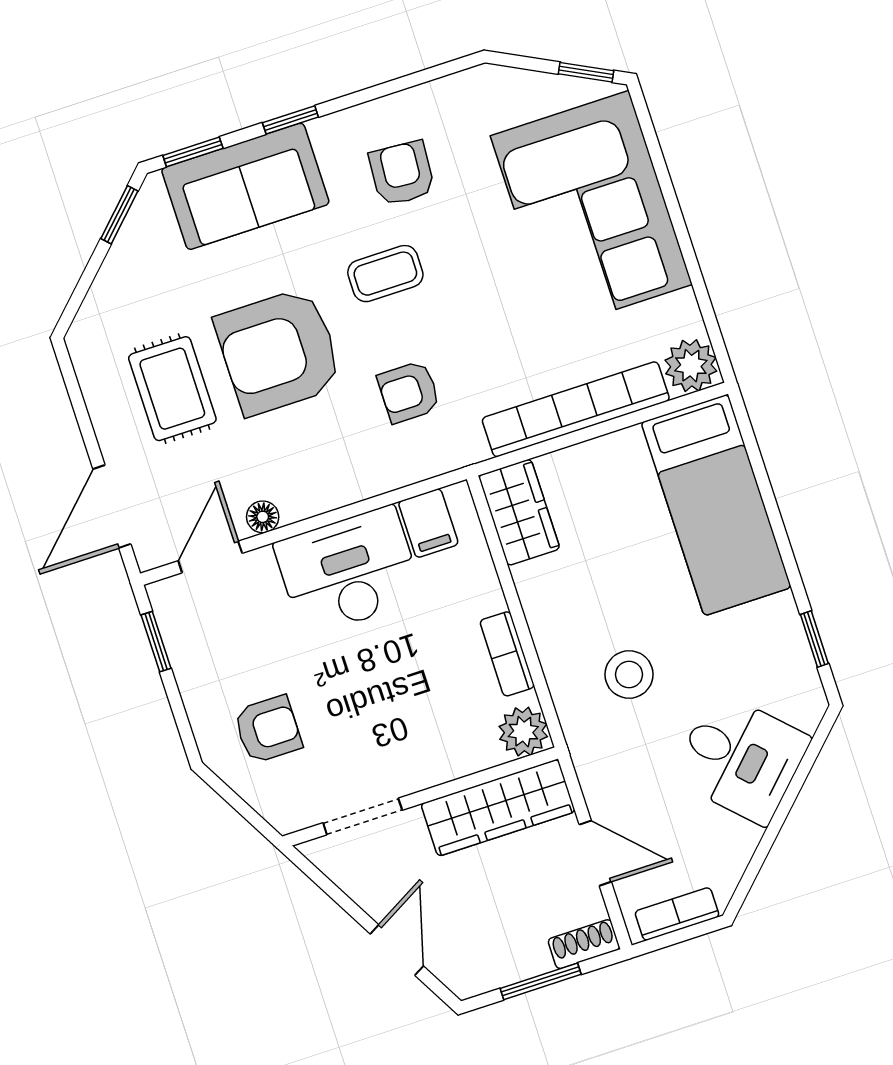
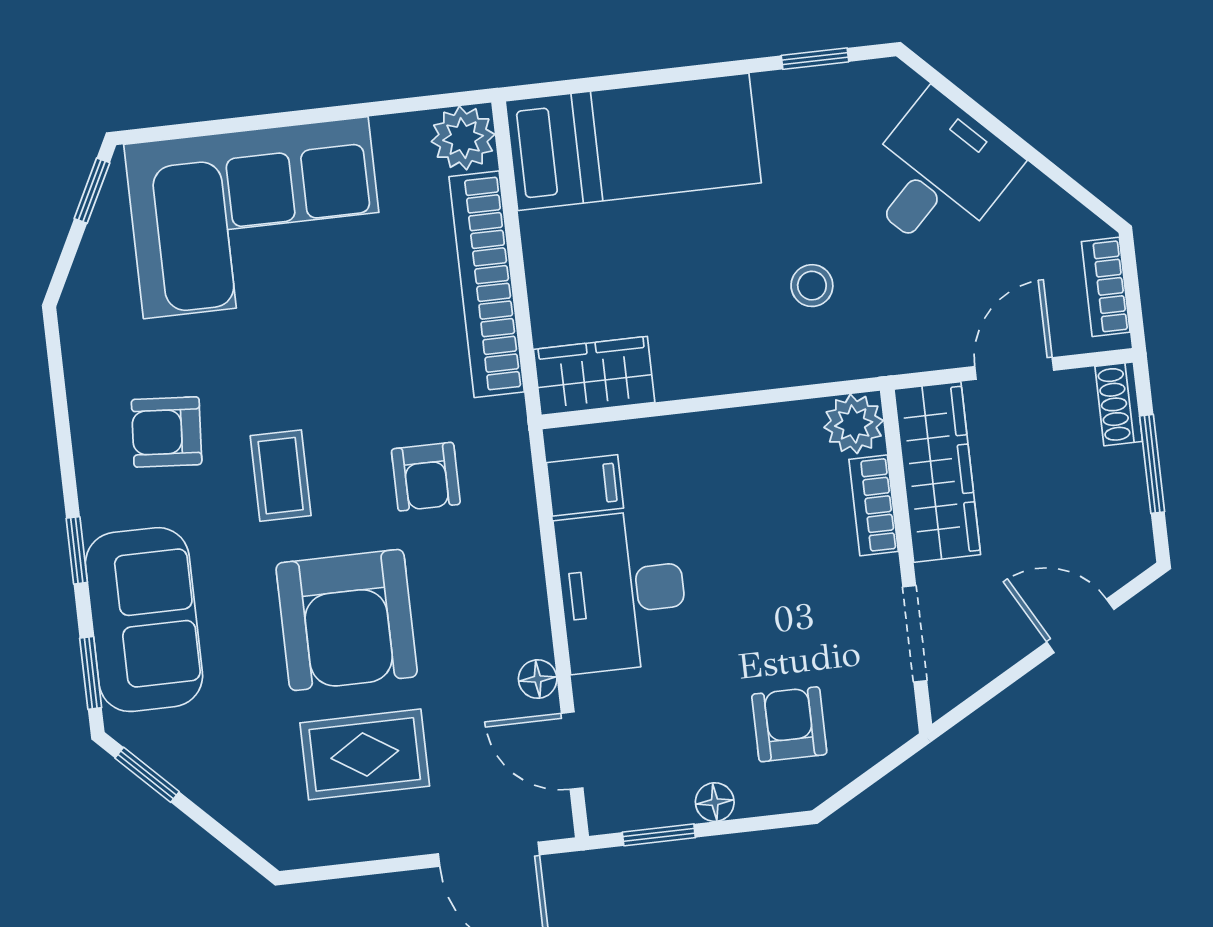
bookcase: (507, 654) -> (874, 505), moved, turned 90
stool: (629, 674) -> (812, 286), width x0.73, depth x0.73
floor lamp: (192, 682) -> (715, 802), added

